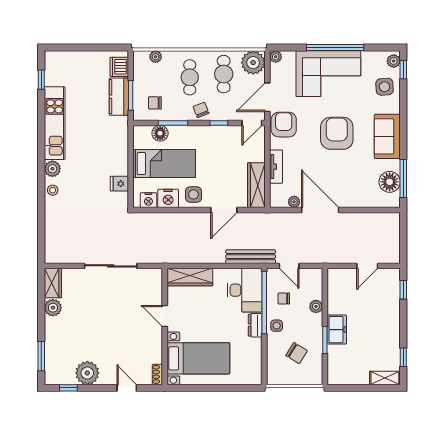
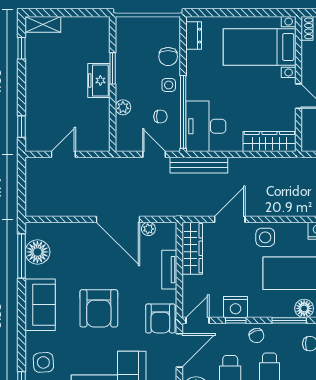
nightstand: (168, 198) -> (236, 307), moved, turned 180
dresser: (255, 325) -> (194, 36), moved
chair: (297, 353) -> (168, 57), moved, turned -122

